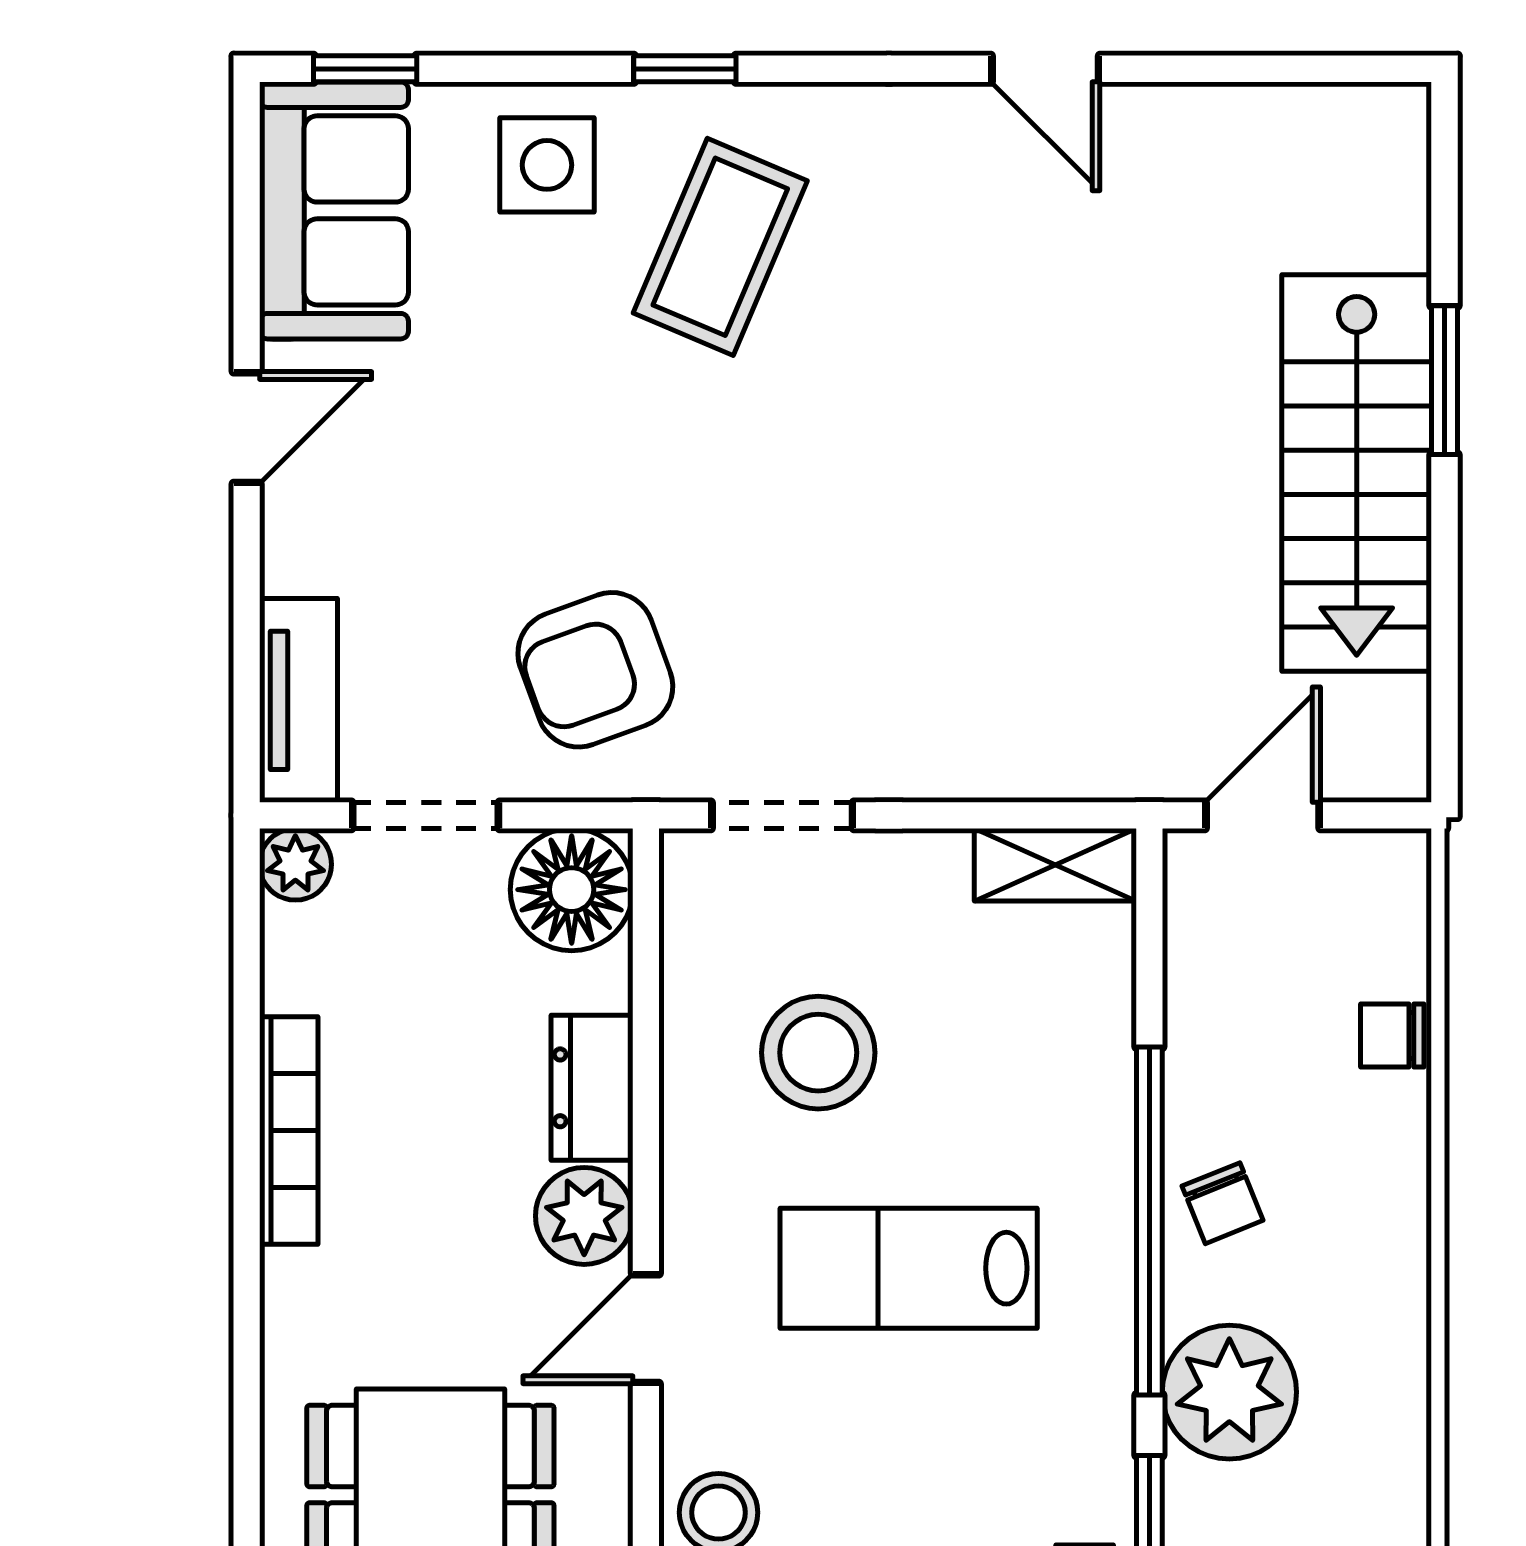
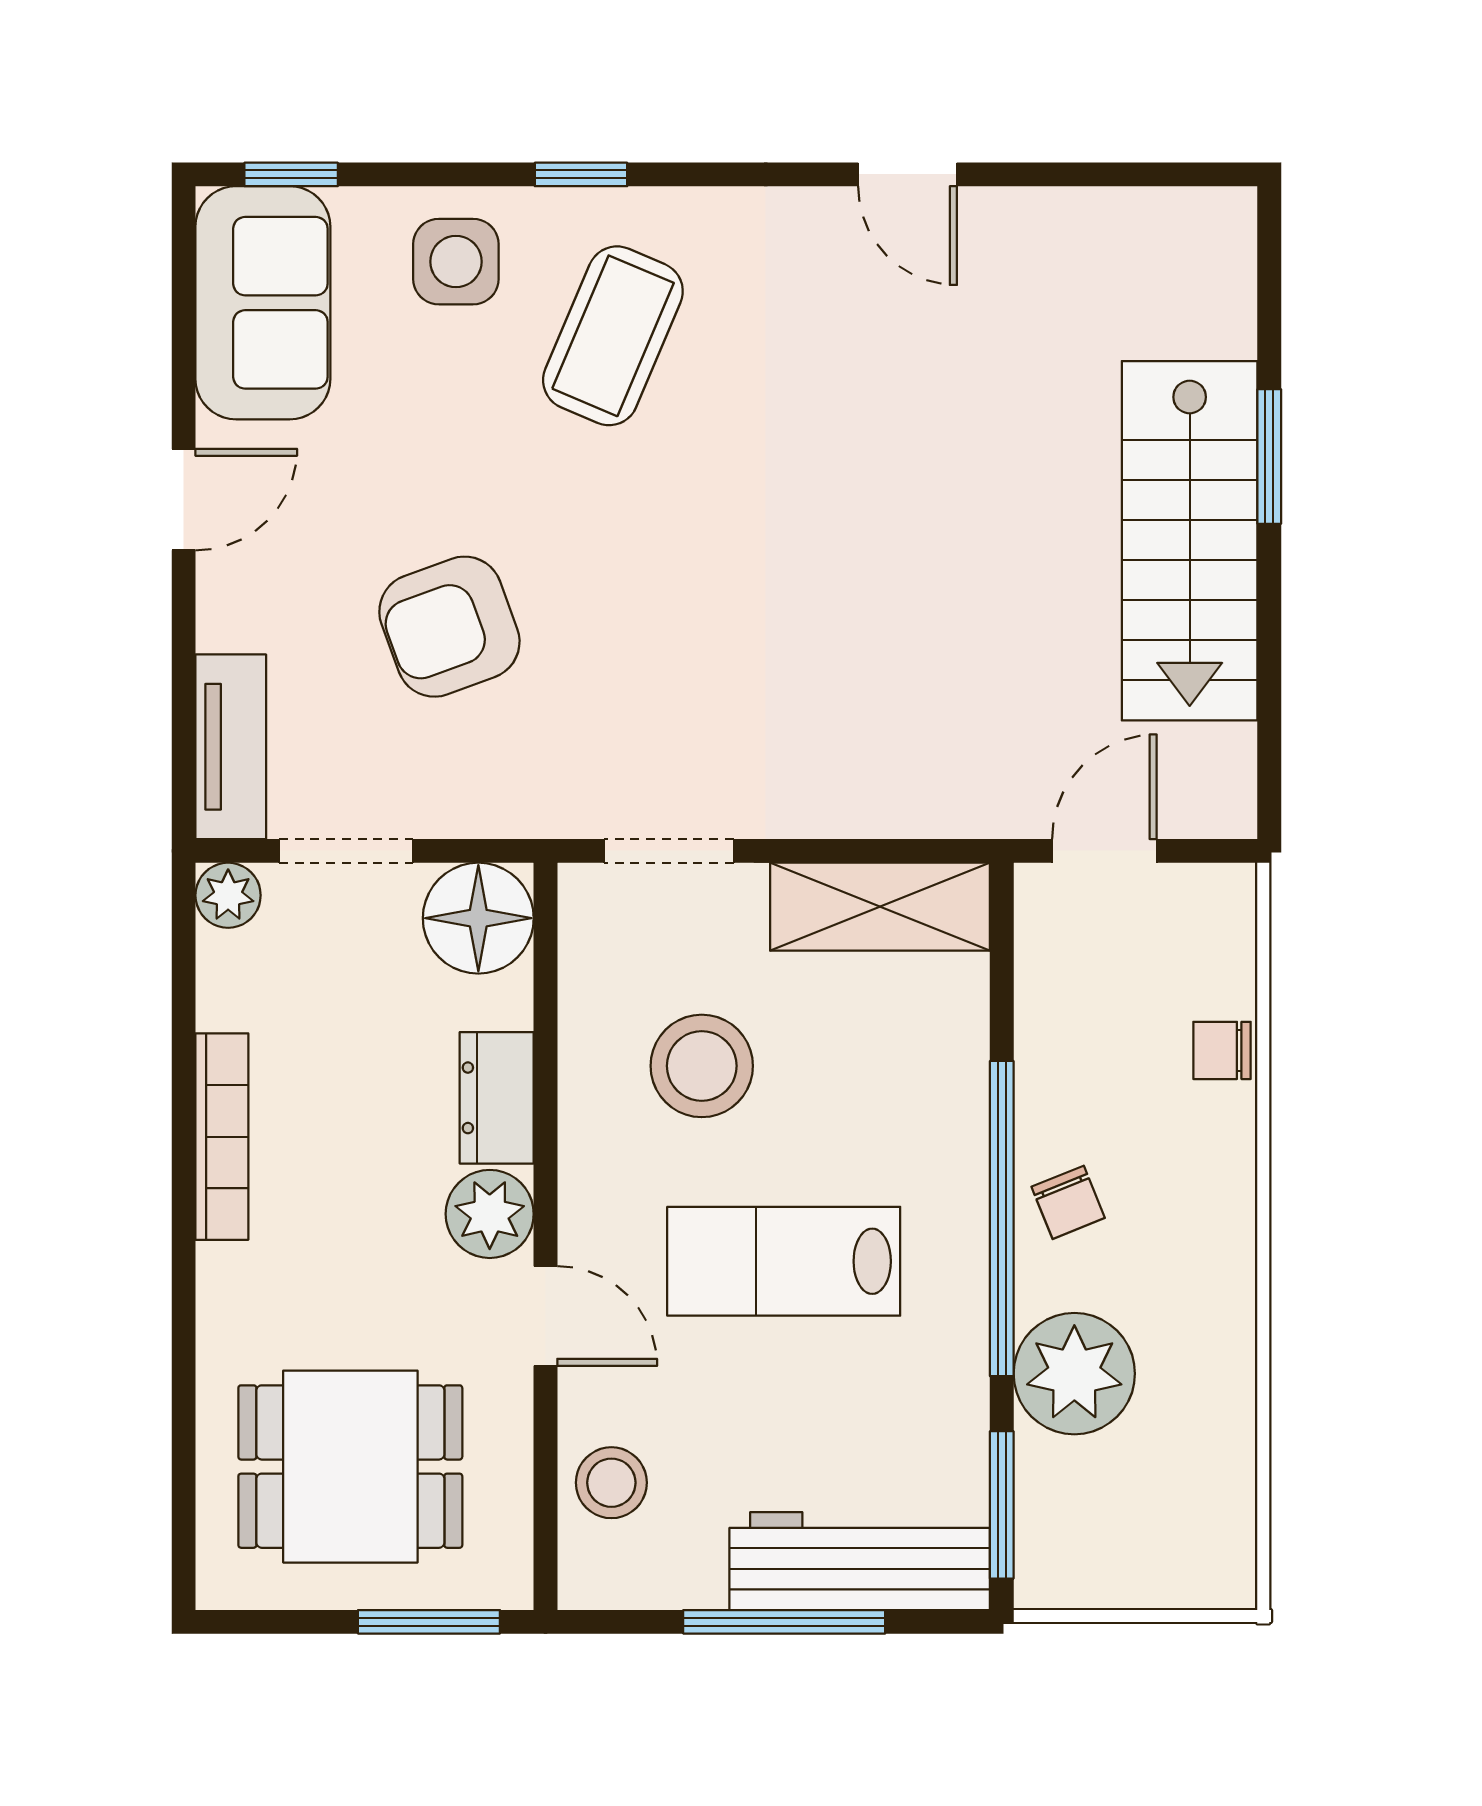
armchair: (595, 670) -> (449, 627), moved
shelving: (1055, 865) -> (880, 907), width x1.50, depth x1.33
door: (646, 1329) -> (546, 1316), swing flipped

